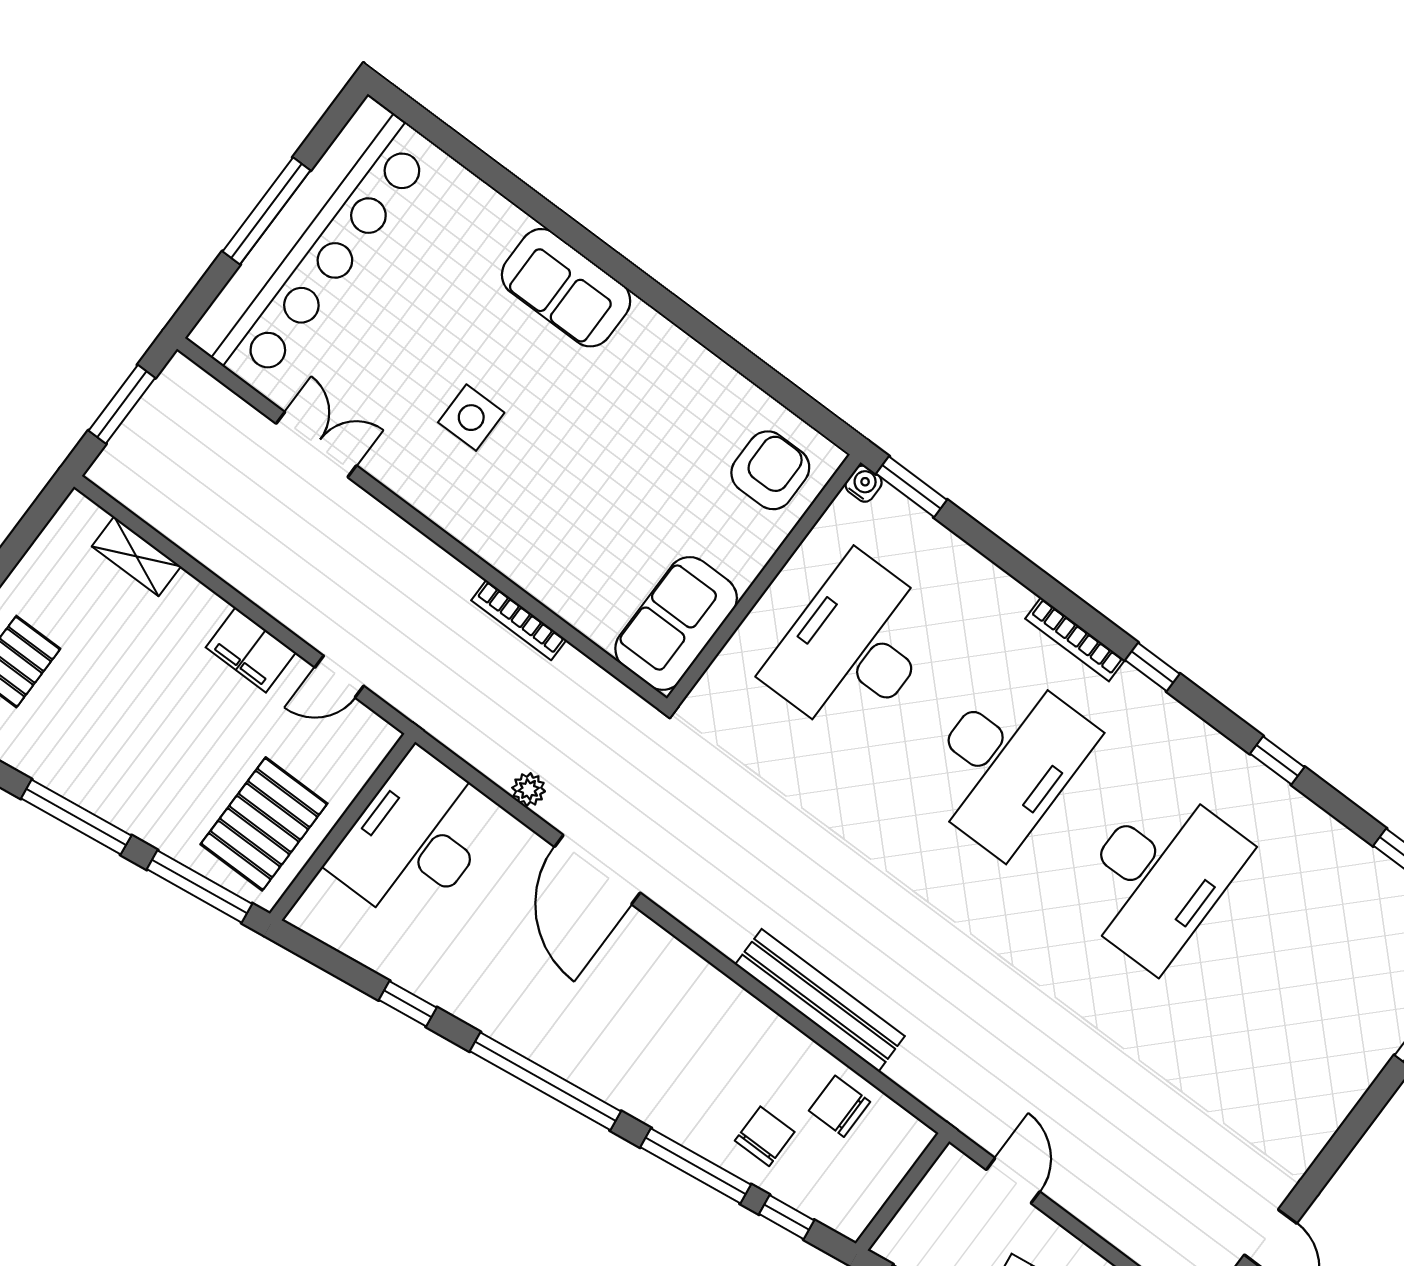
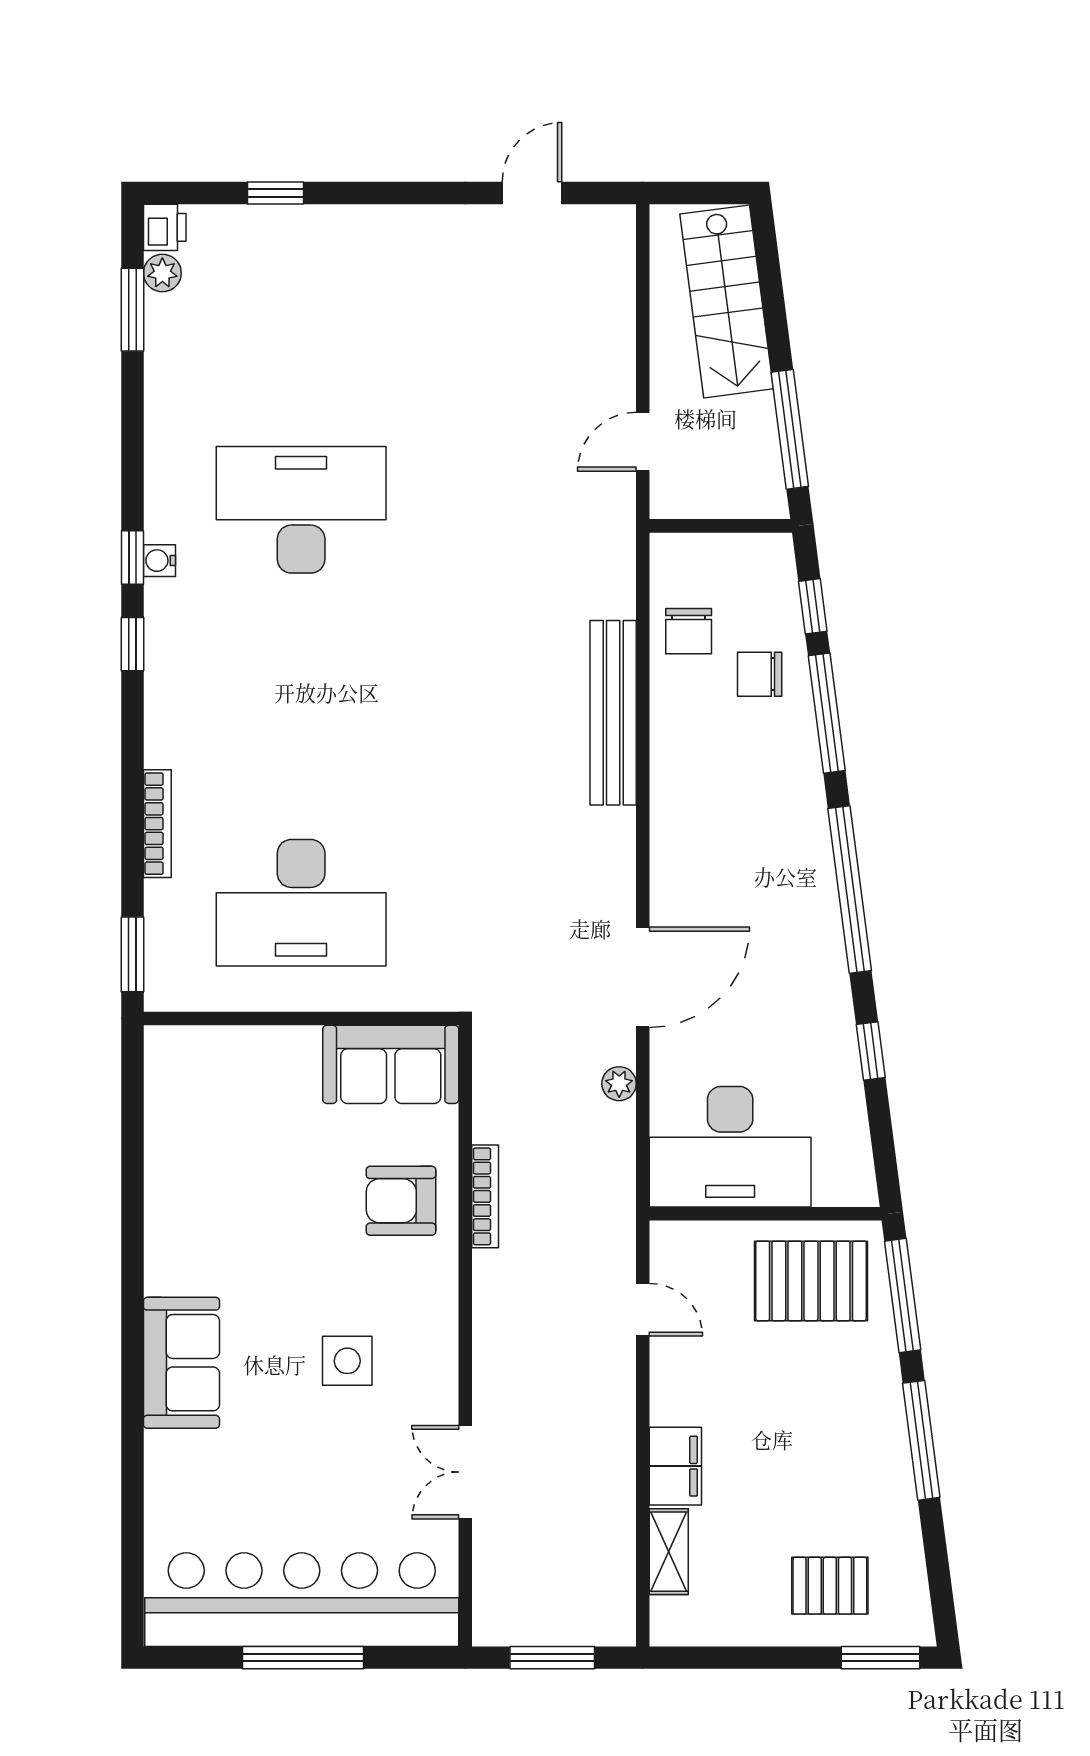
armchair: (770, 470) -> (401, 1201), moved
water cooler: (864, 484) -> (159, 561), moved
bookcase: (1075, 639) -> (157, 824), moved
filing cabinet: (251, 650) -> (675, 1466), moved
window: (1277, 760) -> (132, 557), moved
desk: (1006, 762) -> (301, 706), removed

